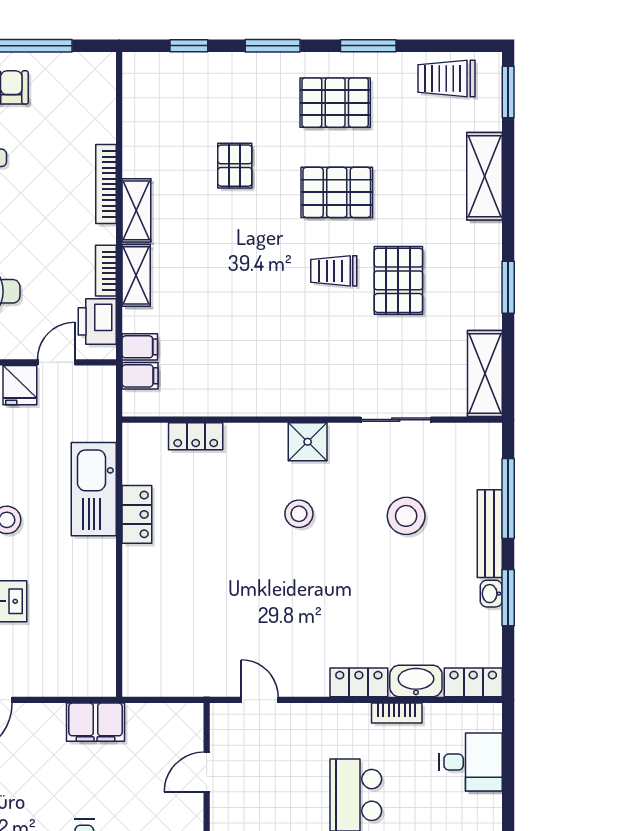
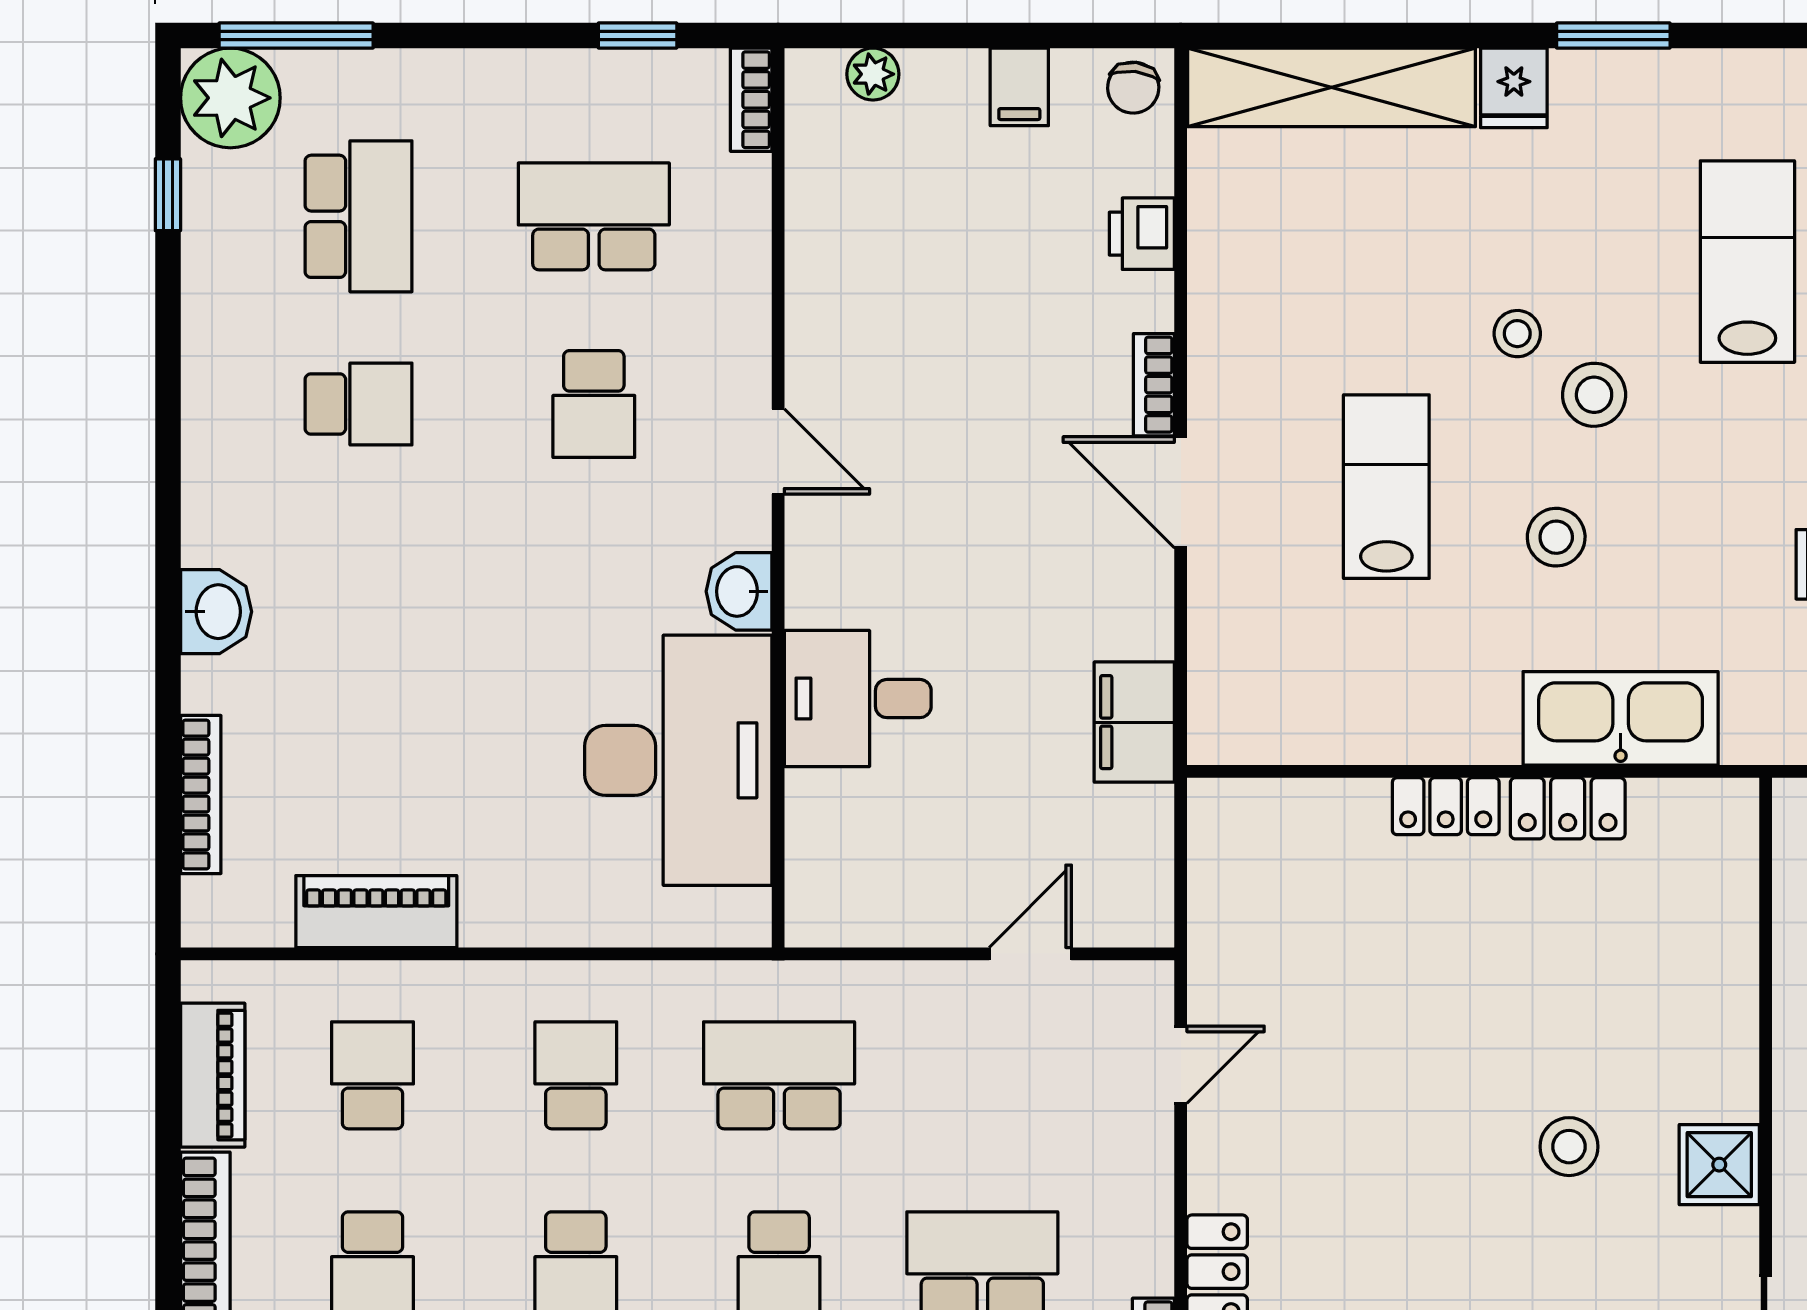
locker: (196, 436) -> (1446, 806), moved, turned -90
door: (207, 772) -> (1030, 954), hinge flipped

